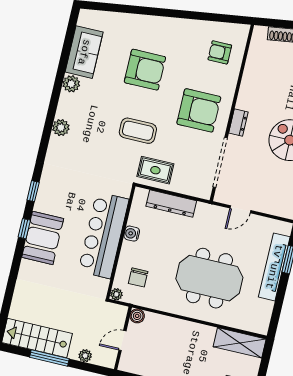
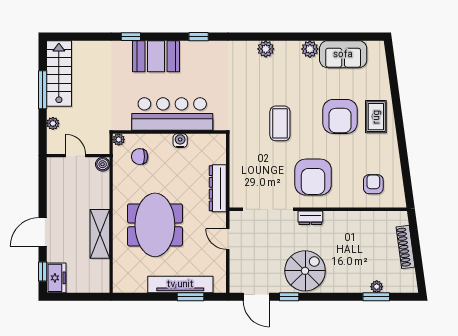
rug: (155, 170) -> (376, 117), moved
dresser: (171, 204) -> (218, 188), moved
window: (24, 229) -> (131, 37), moved
shelving: (240, 343) -> (100, 234), moved

